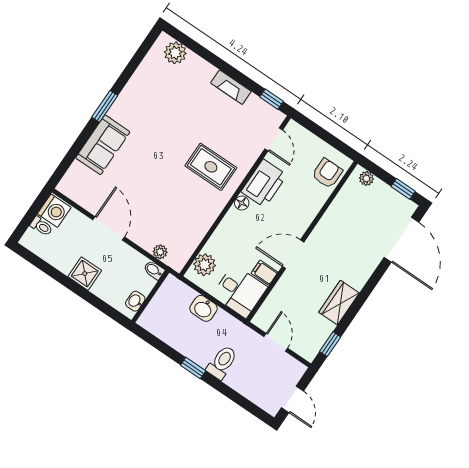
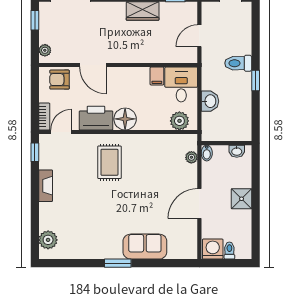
bookcase: (301, 133) -> (44, 117), added
floor lamp: (242, 203) -> (125, 119), width x1.89, depth x1.89
door: (293, 254) -> (93, 65), moved

